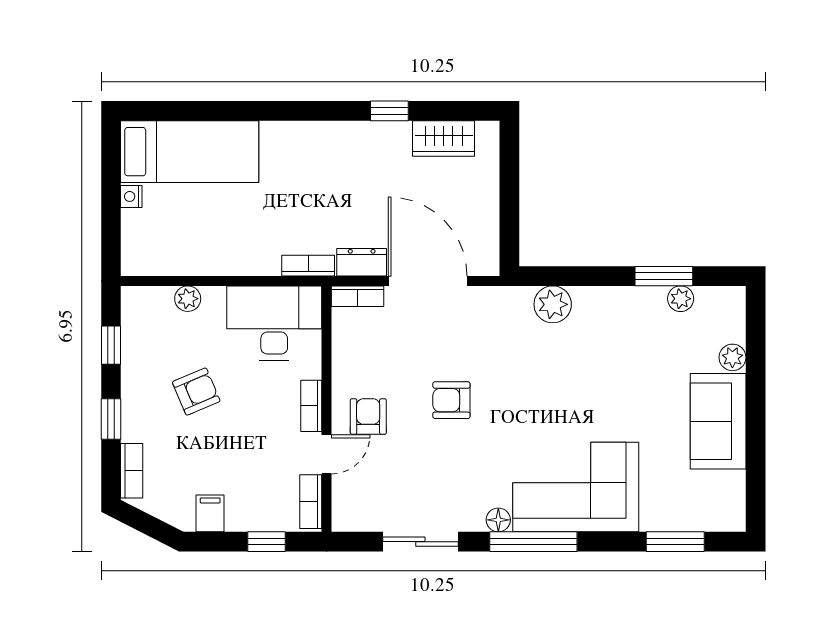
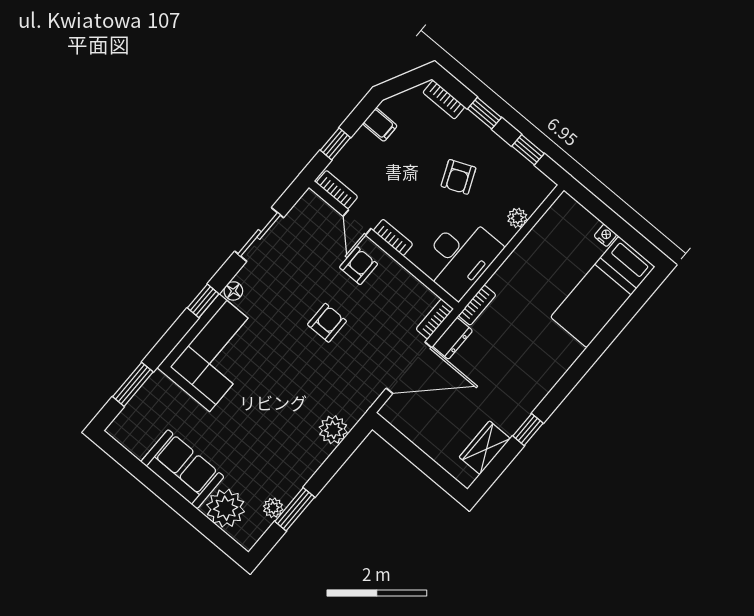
plant: (732, 357) -> (226, 508), width x1.88, depth x1.88
armchair: (368, 417) -> (359, 266), turned -90
window: (533, 542) -> (203, 301), width x0.46

